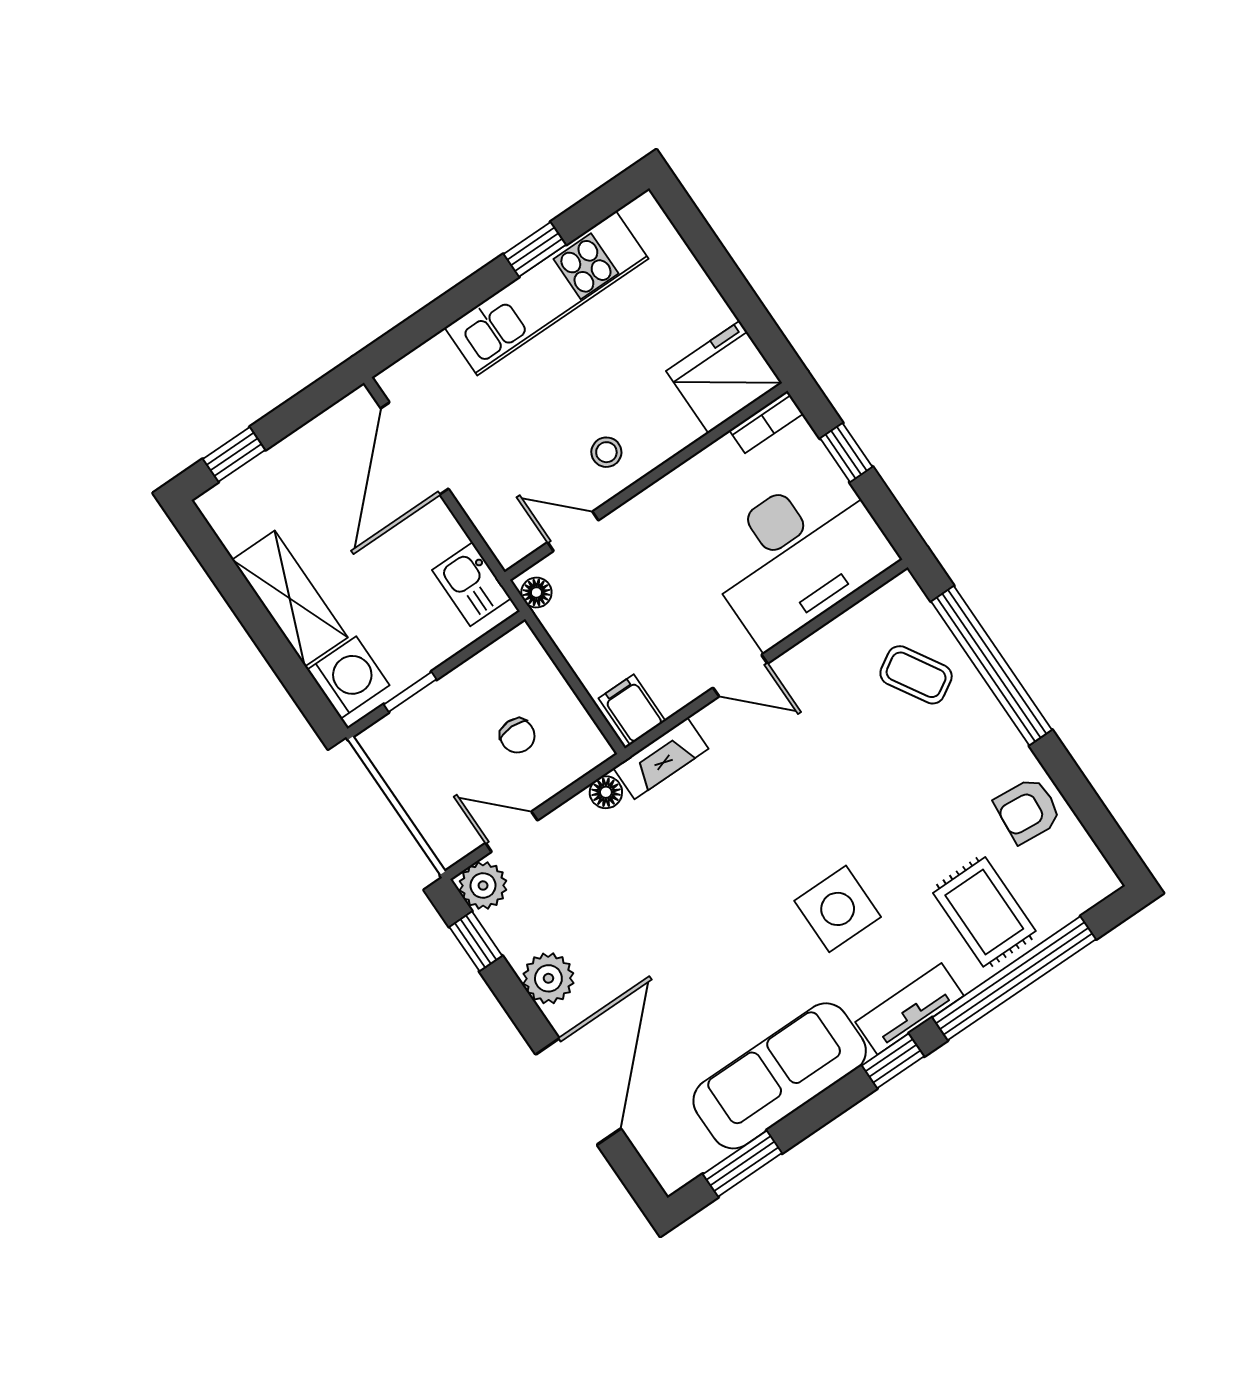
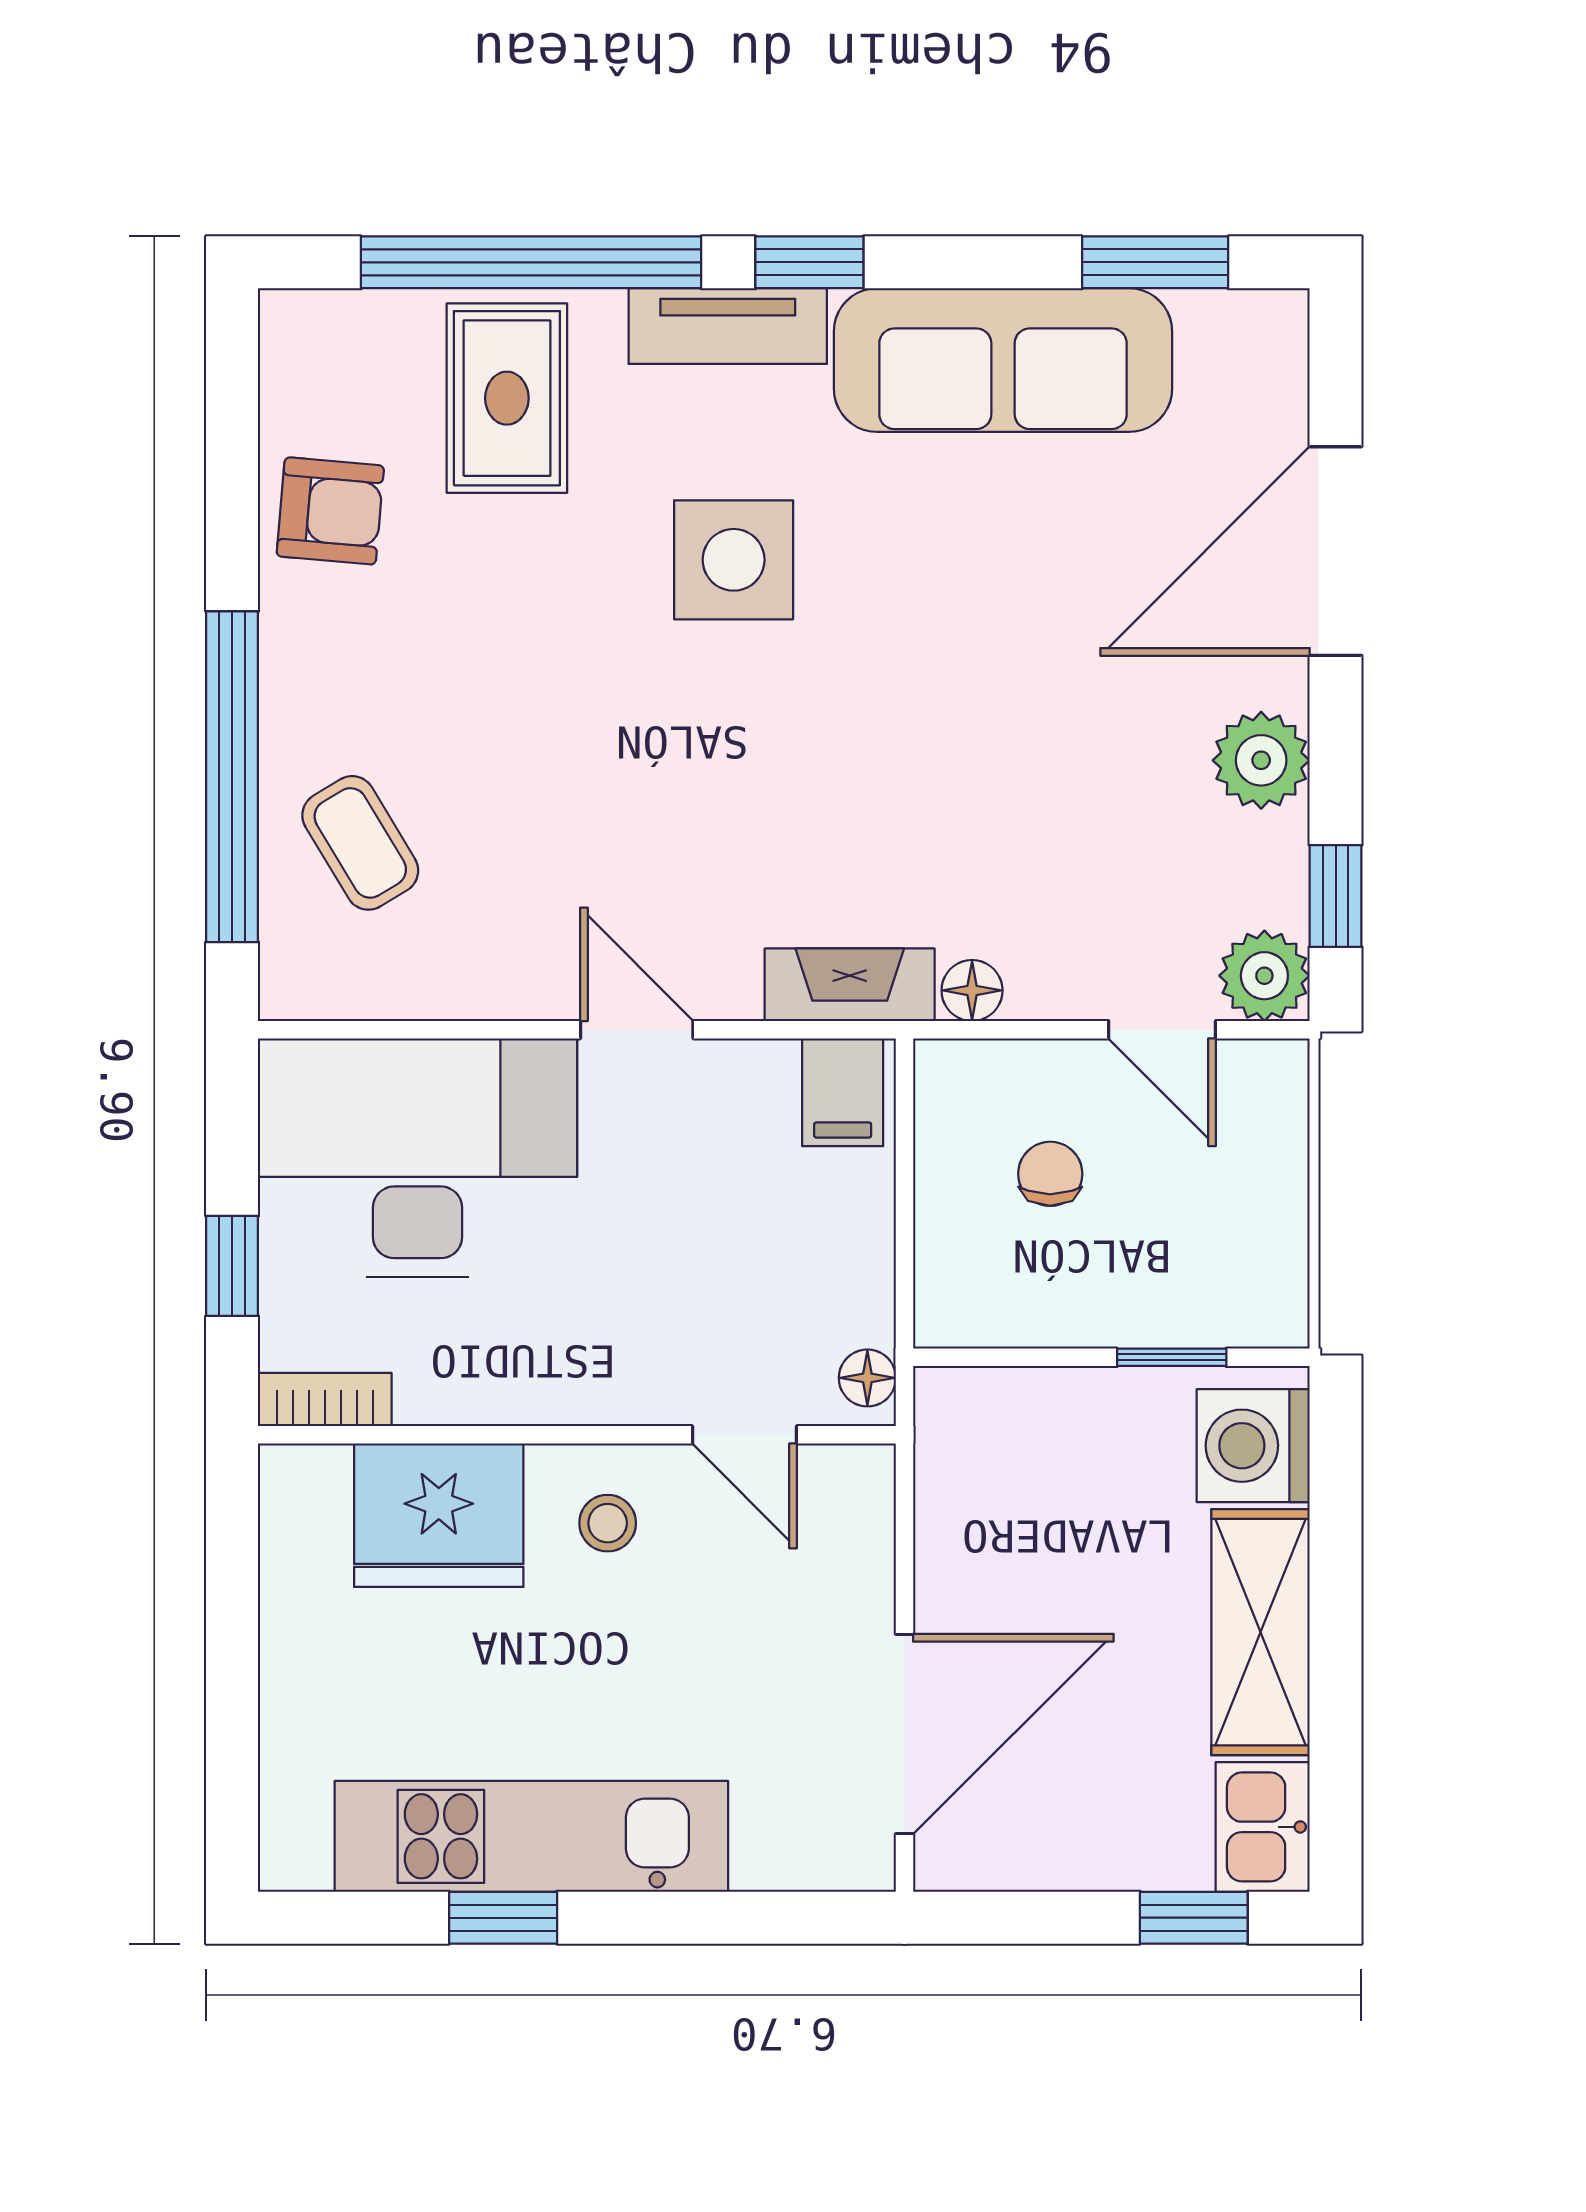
fridge: (724, 377) -> (439, 1515), moved
kitchen sink: (472, 584) -> (1263, 1827), moved, turned 180

